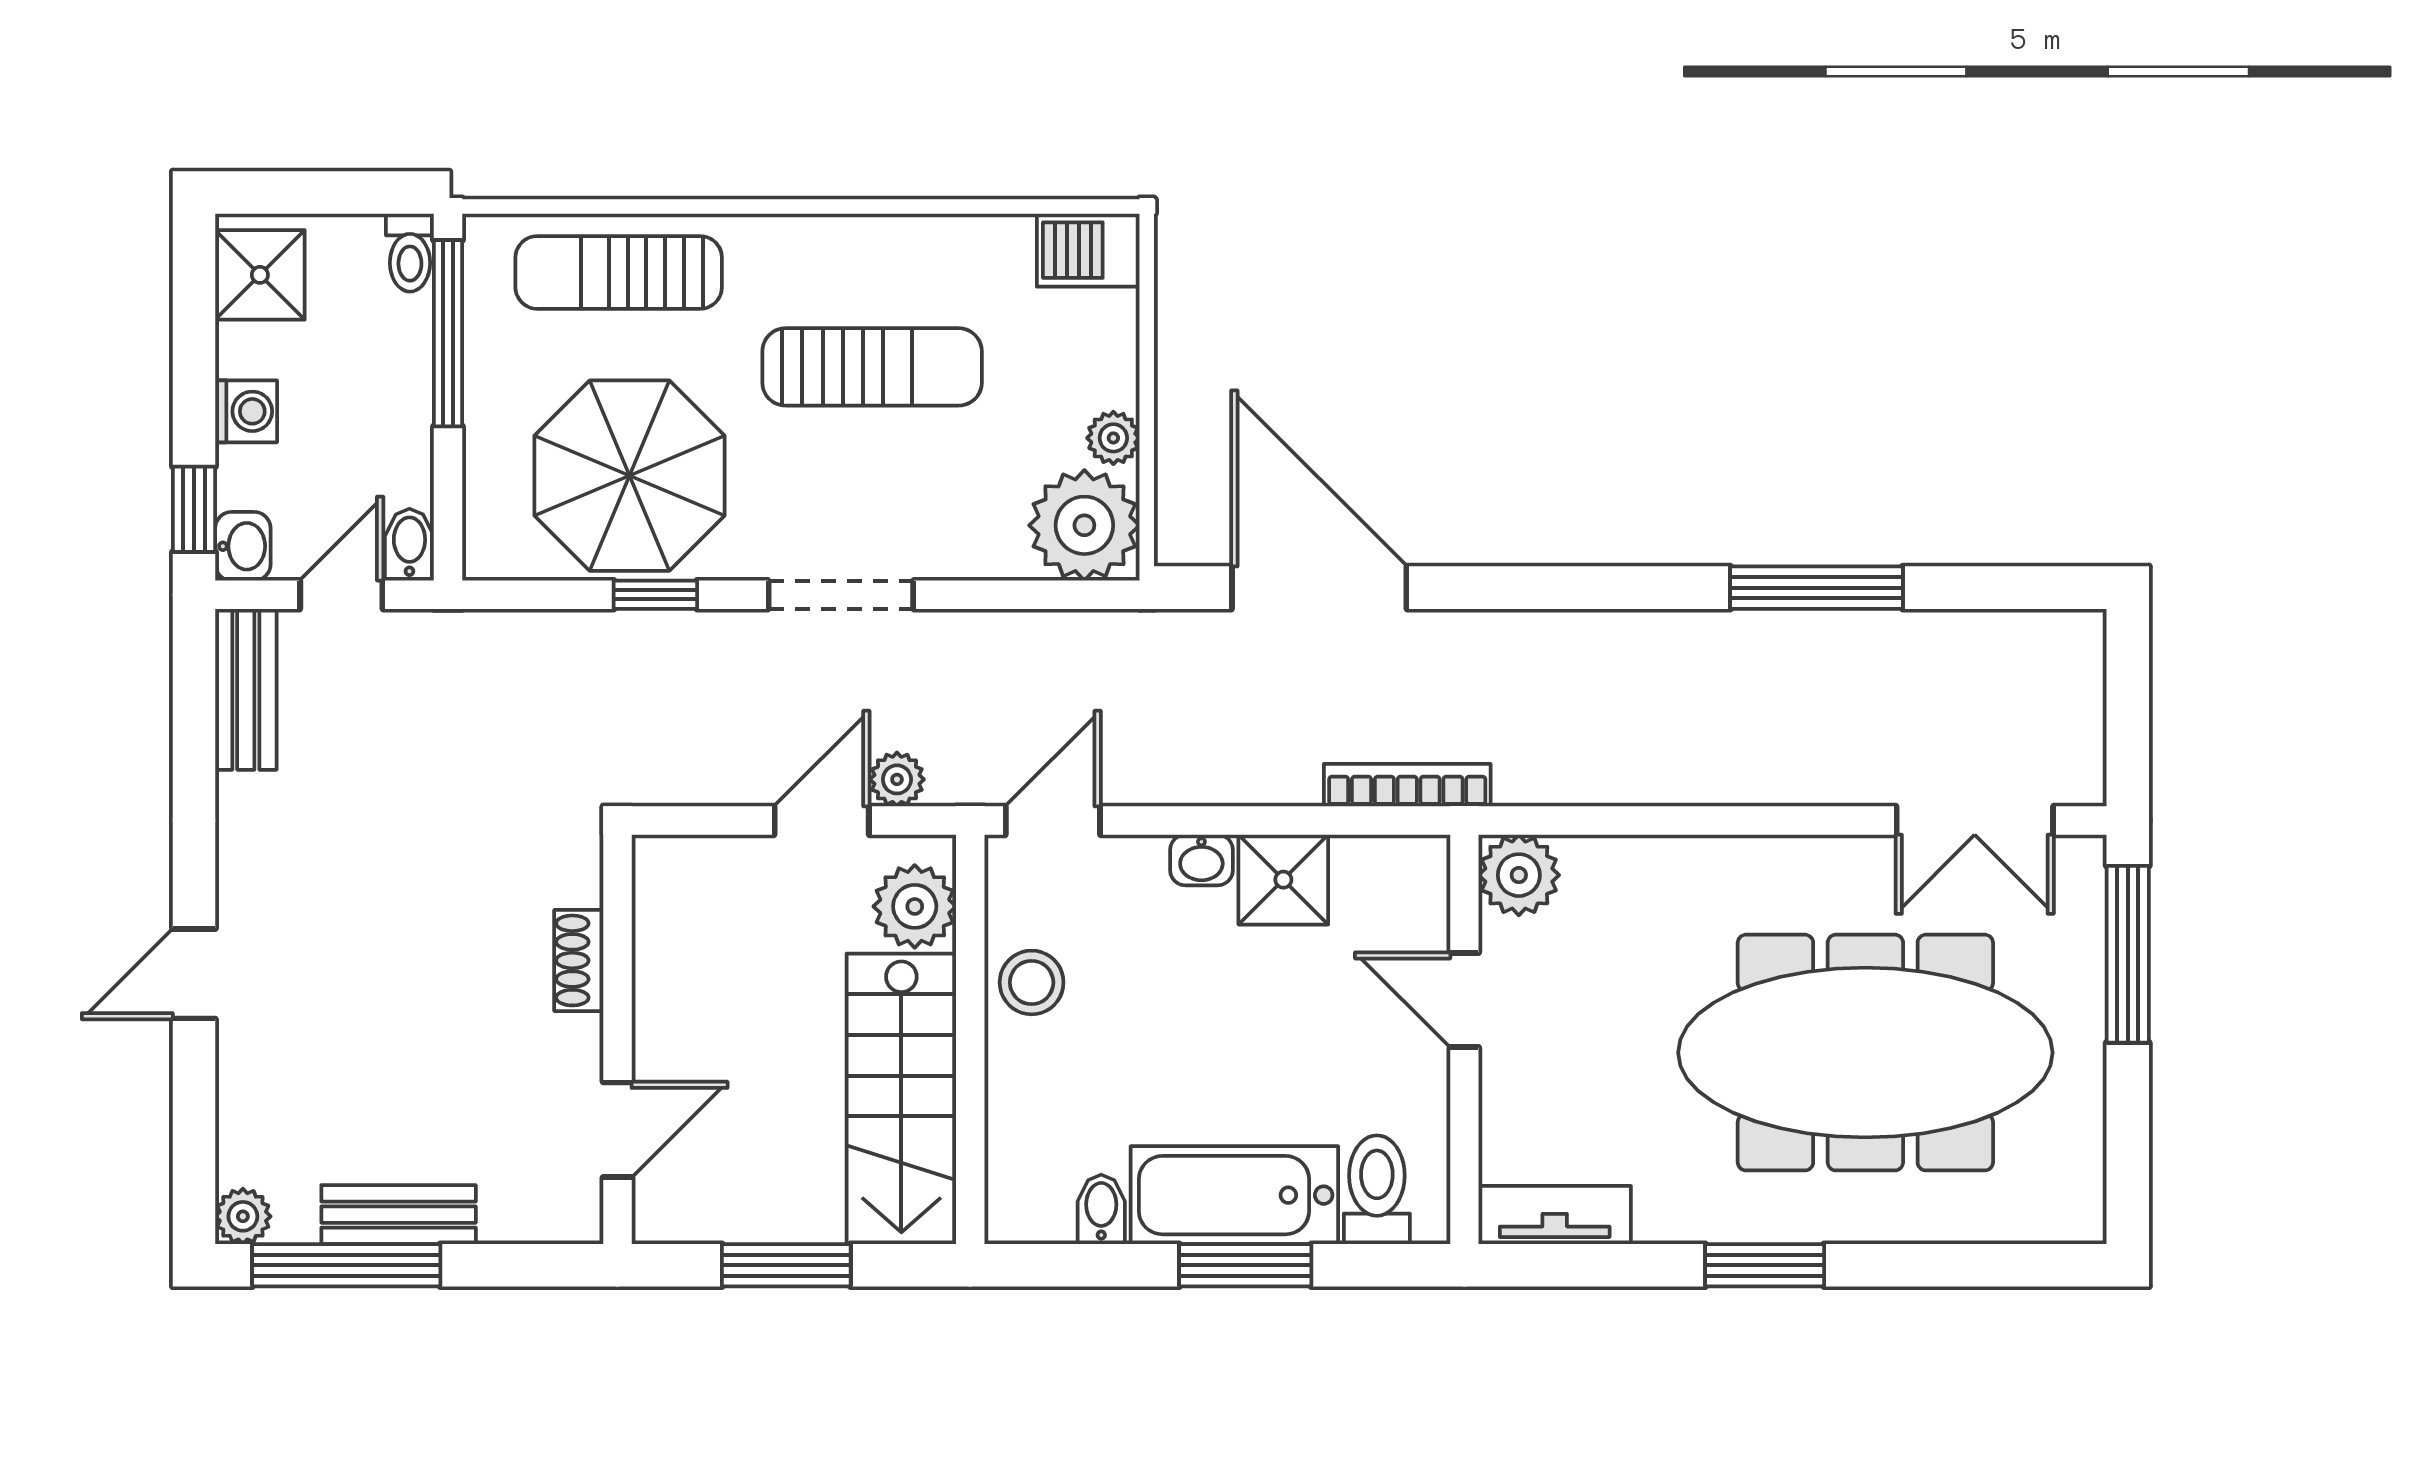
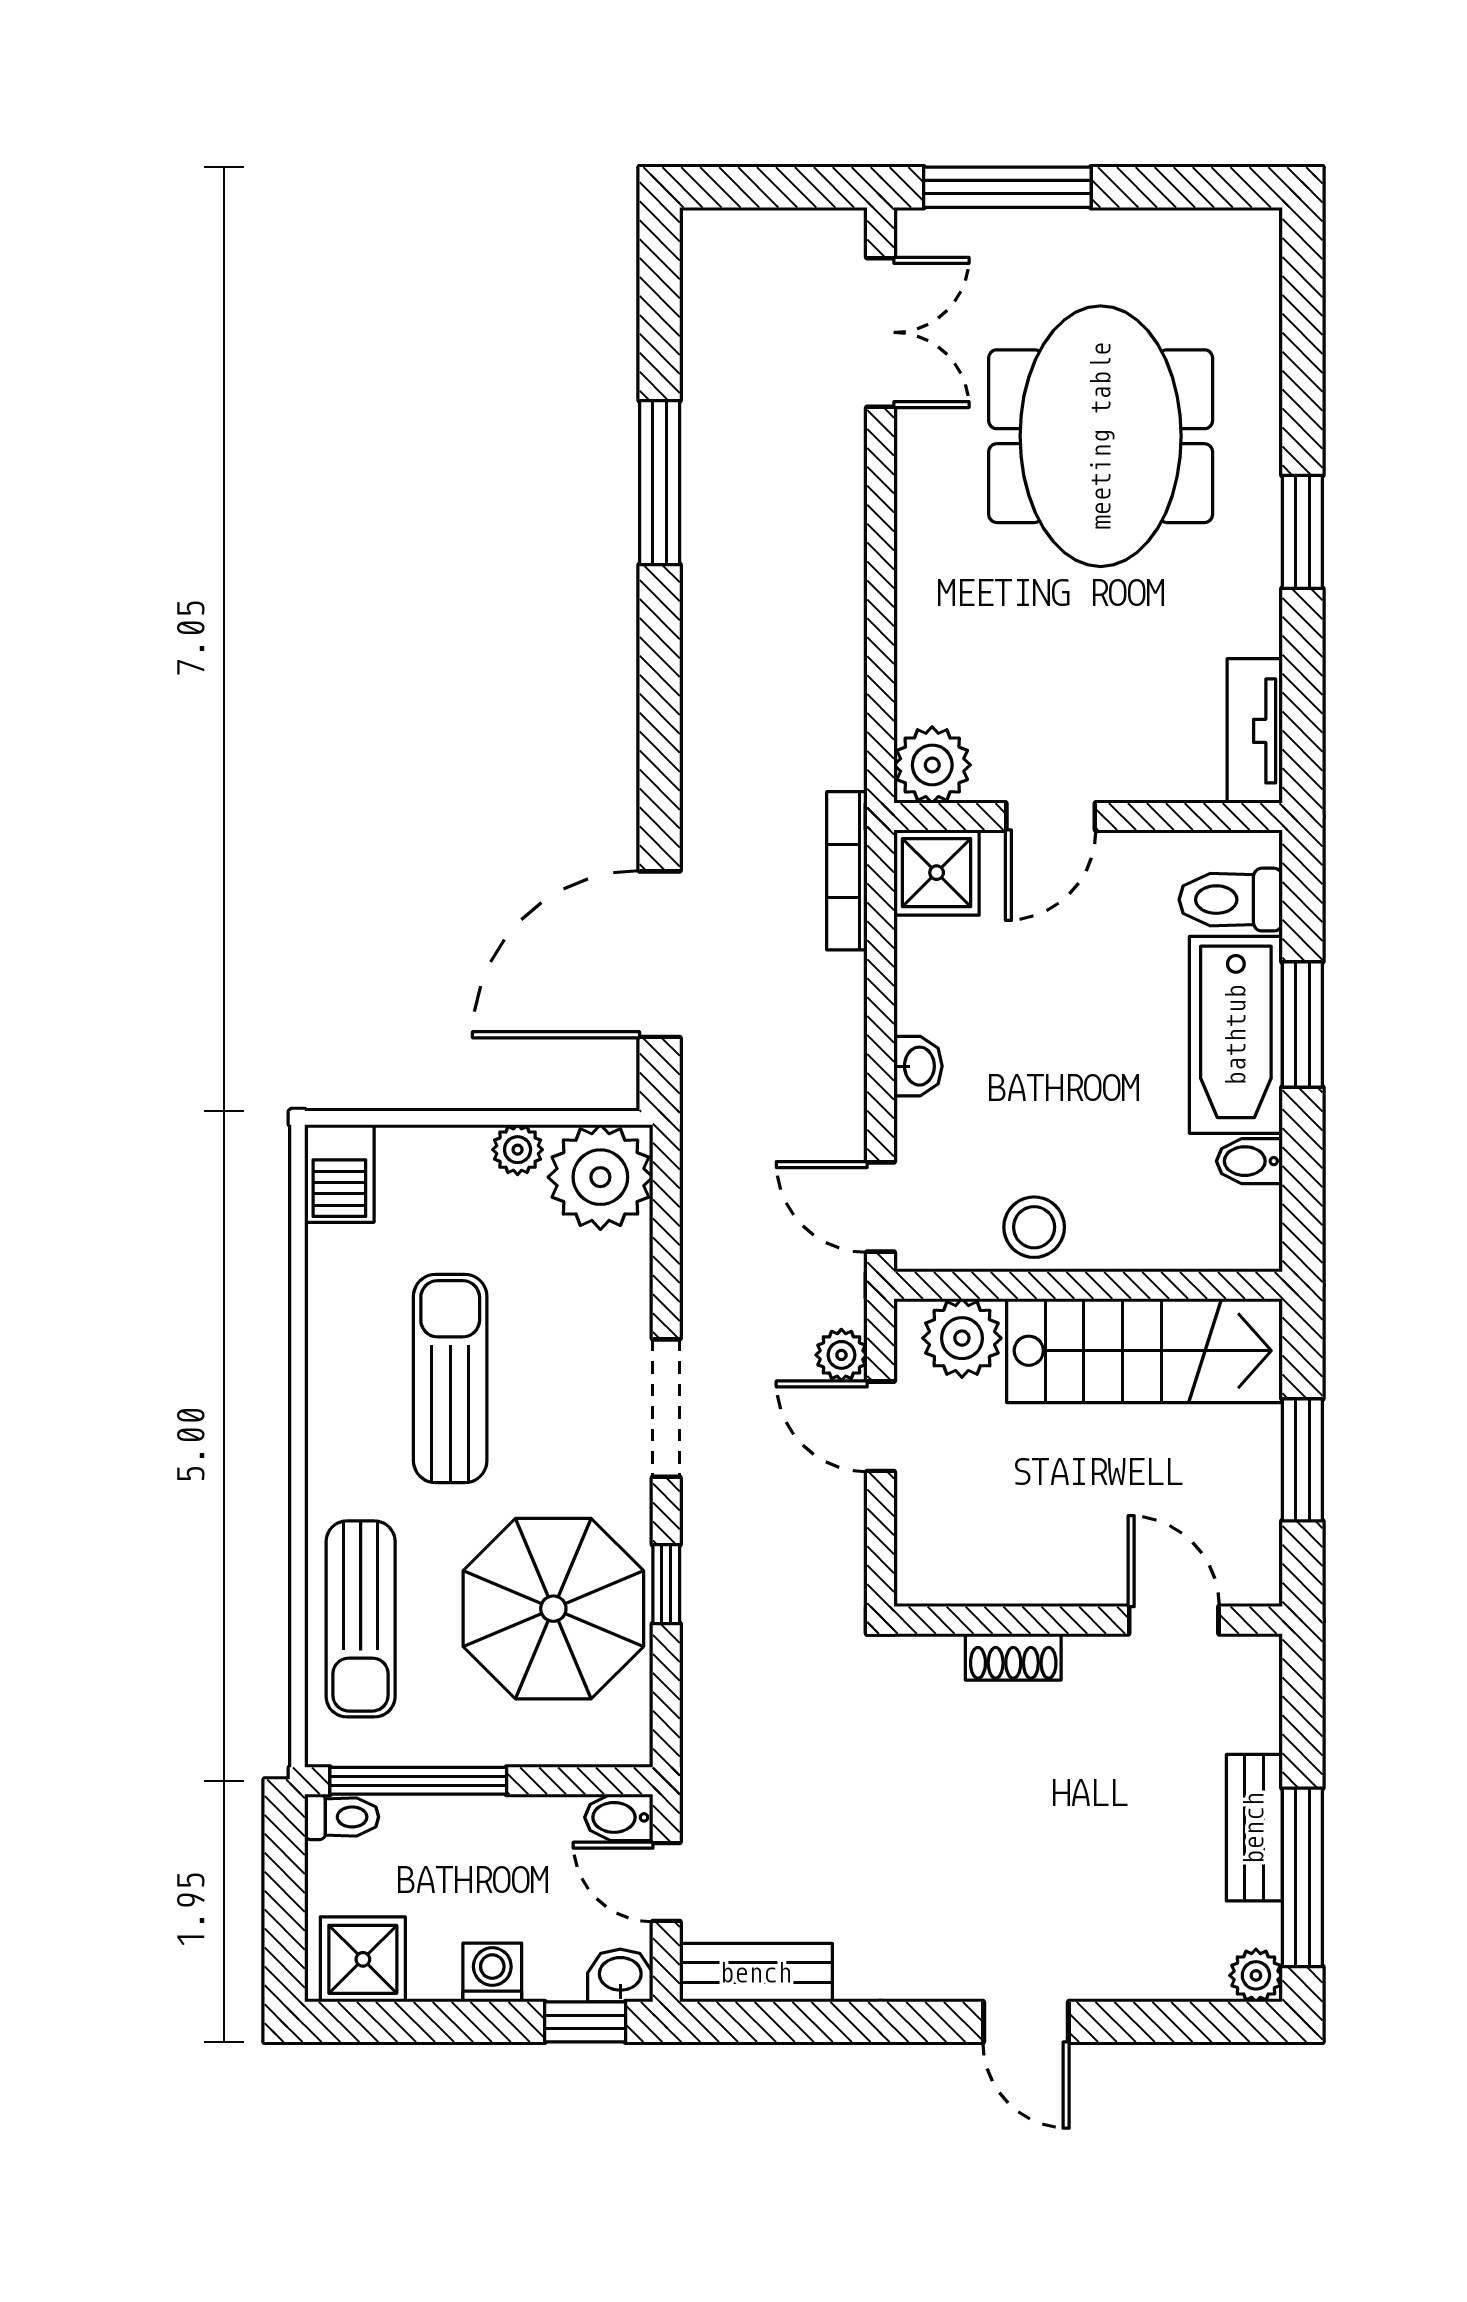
shower: (1283, 880) -> (937, 873), moved
meeting table: (1865, 1053) -> (1101, 436), width x0.73

